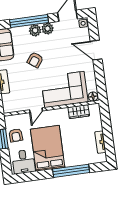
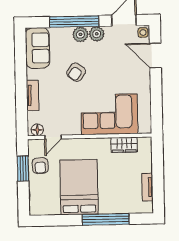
door: (96, 50) -> (155, 56), moved
floor lamp: (93, 97) -> (37, 130), moved
door: (36, 110) -> (53, 137), moved
desk: (23, 162) -> (46, 201), removed

